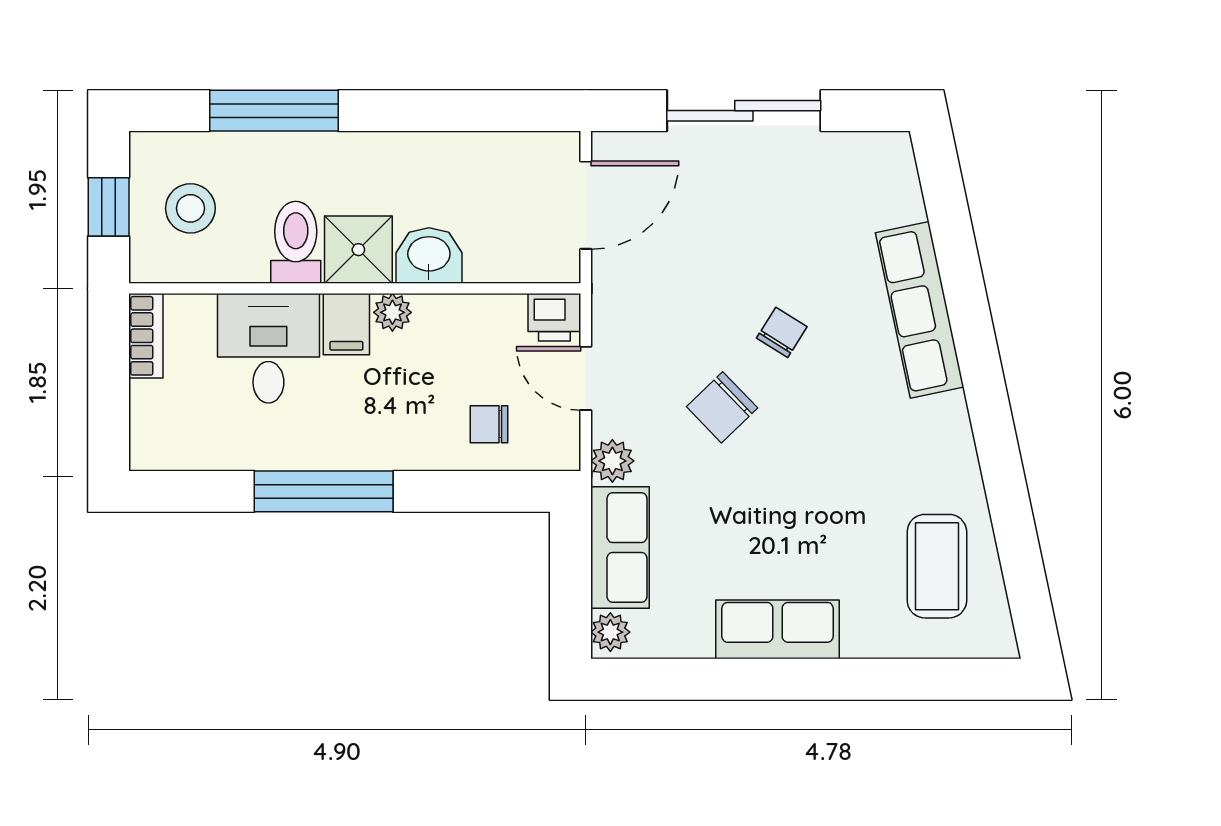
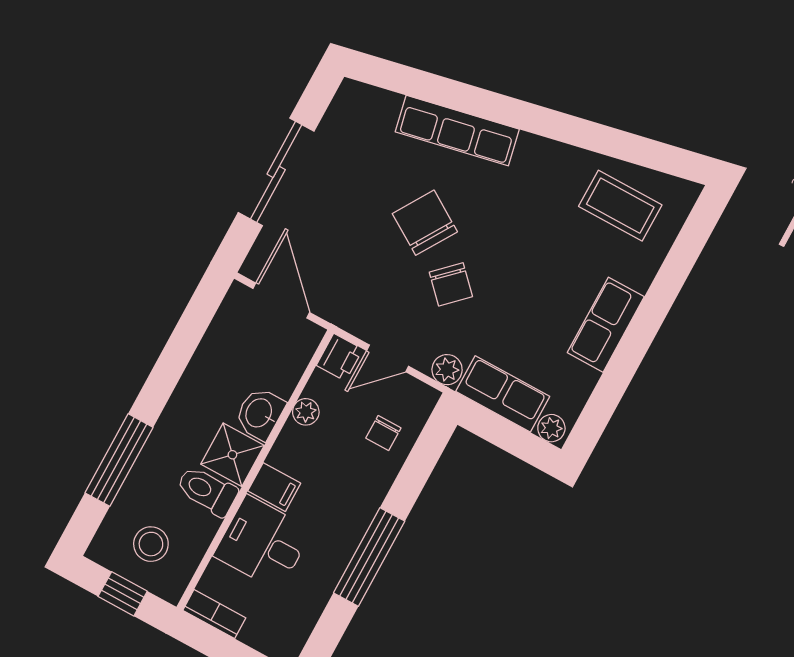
plant: (392, 312) -> (306, 412), moved
chair: (782, 332) -> (425, 223), width x1.87, depth x1.87

